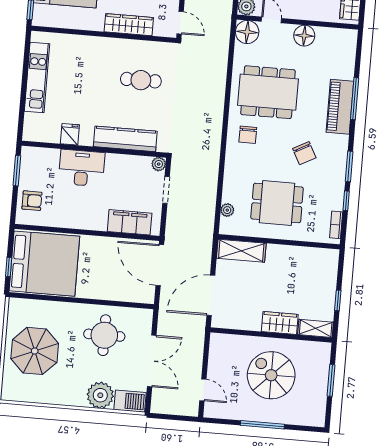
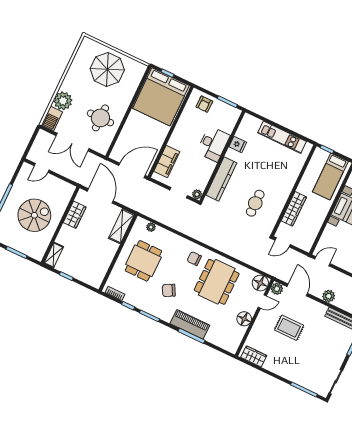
wardrobe: (280, 323) -> (75, 215), moved

